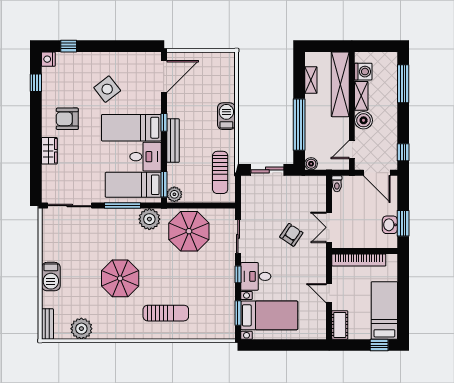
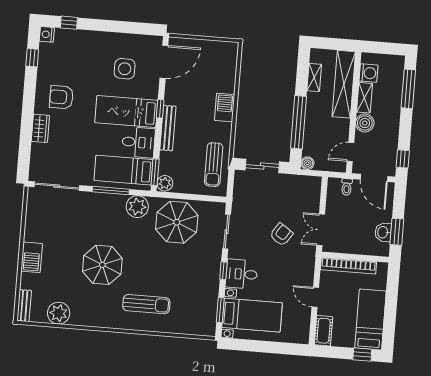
side table: (107, 89) -> (125, 69), moved, turned 38
toilet: (337, 184) -> (347, 187), moved

